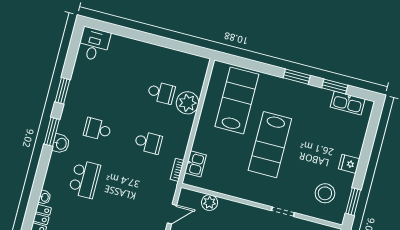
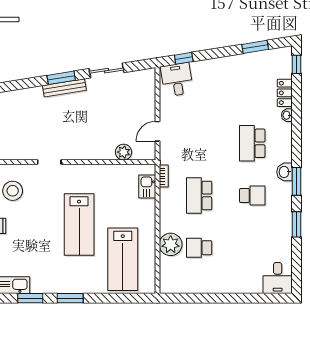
school desk: (148, 142) -> (199, 195), width x1.85
lab bench: (270, 145) -> (79, 225), turned 180

